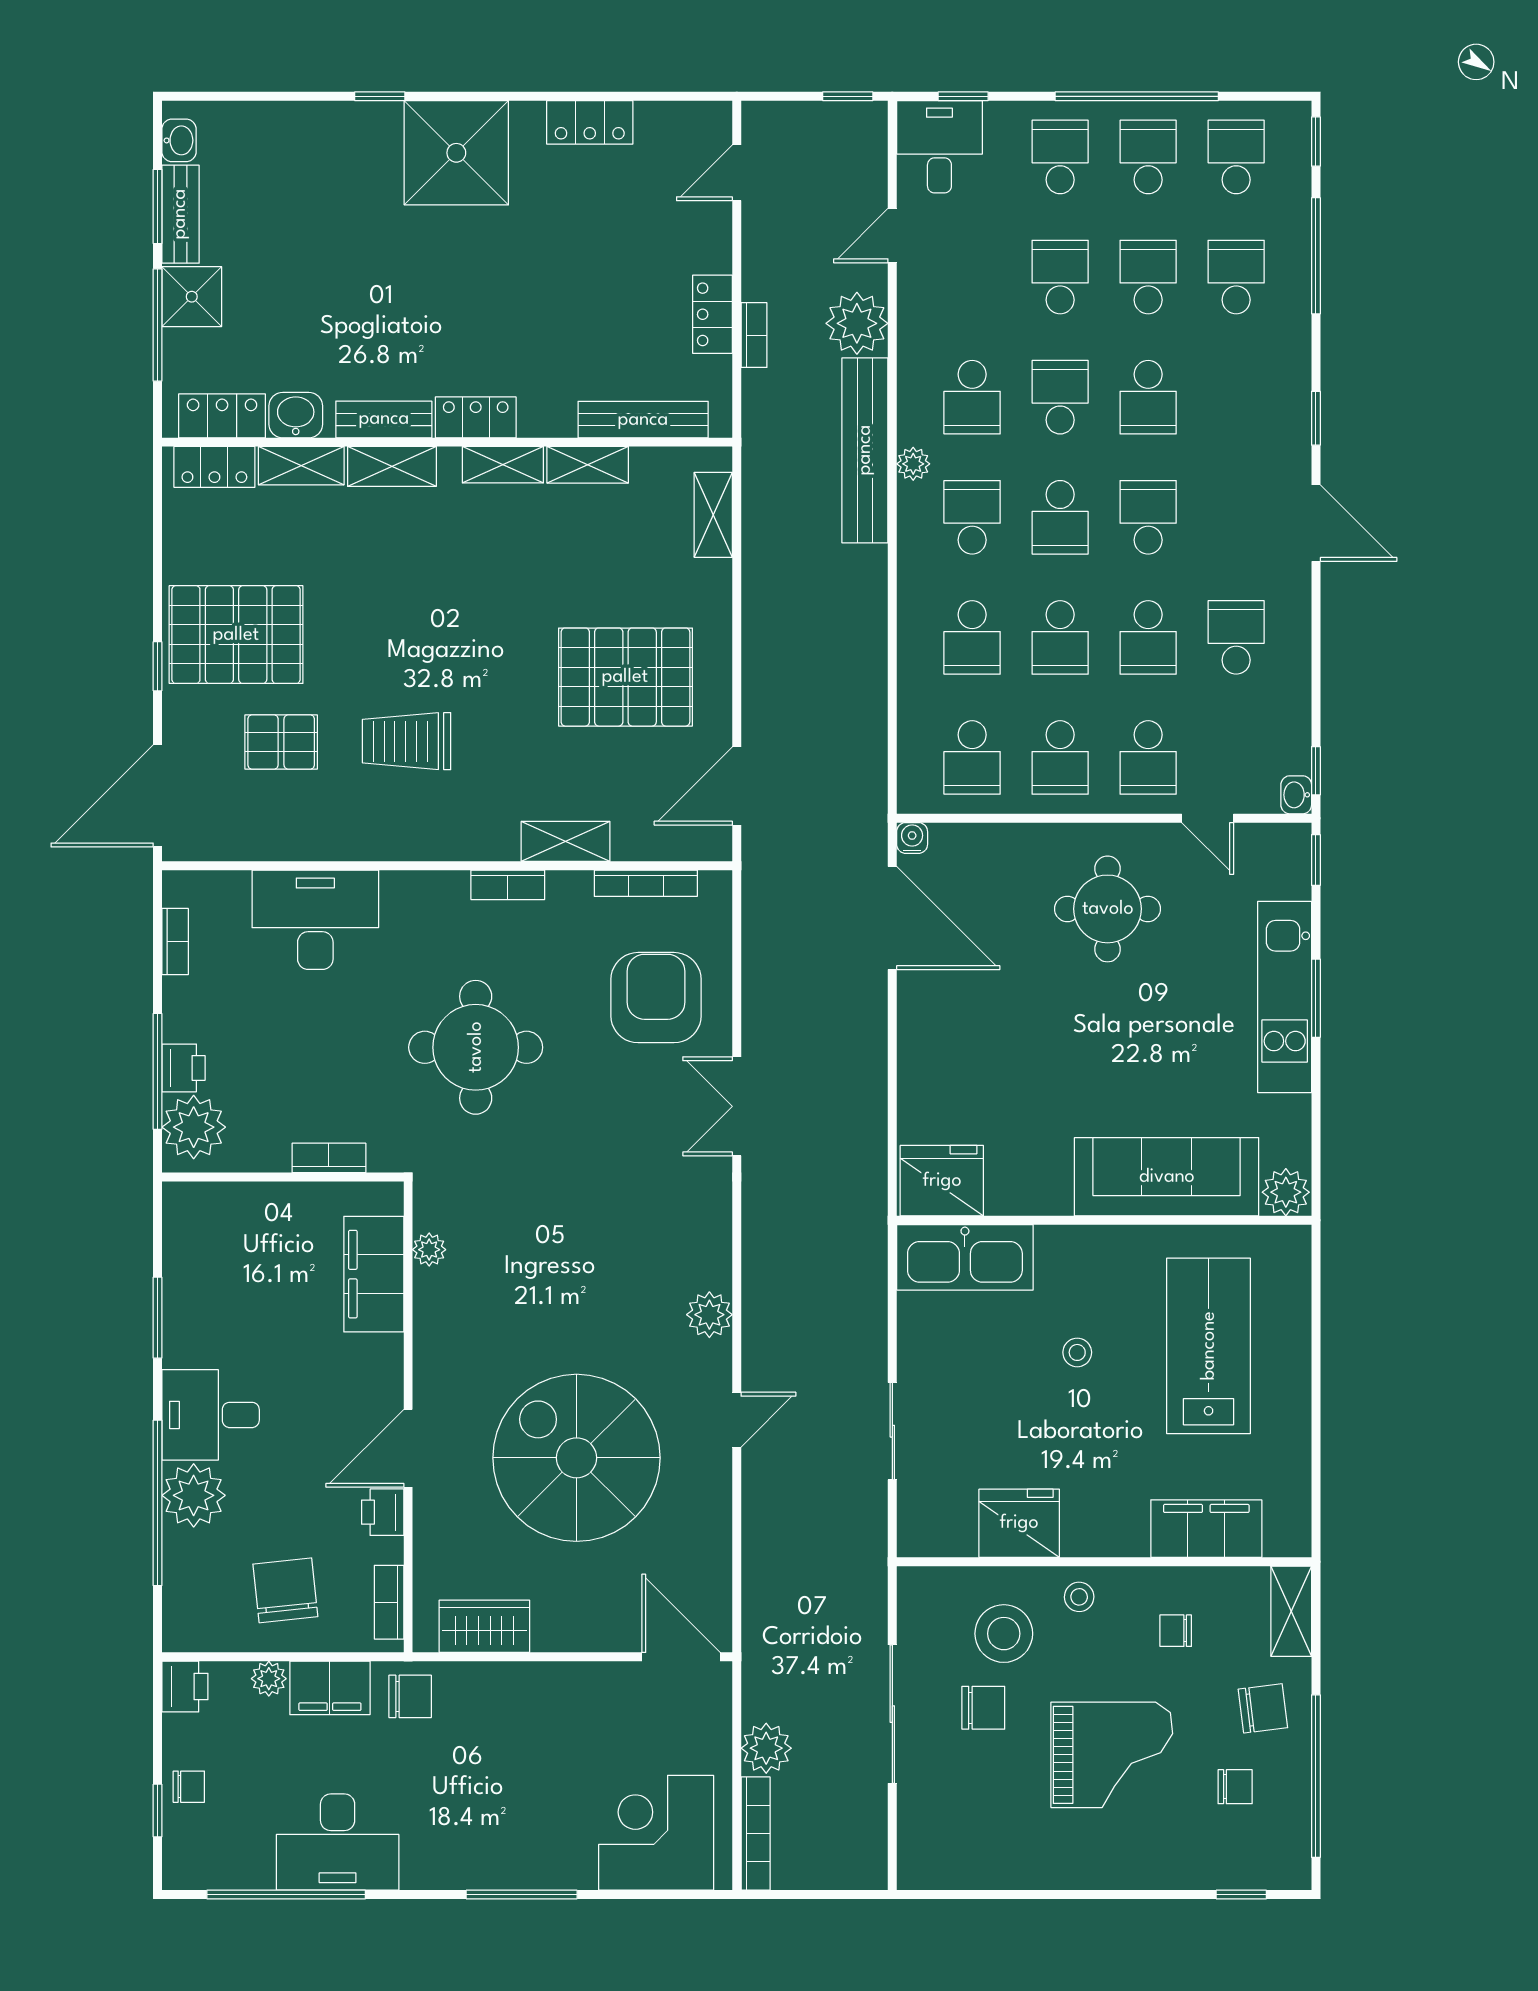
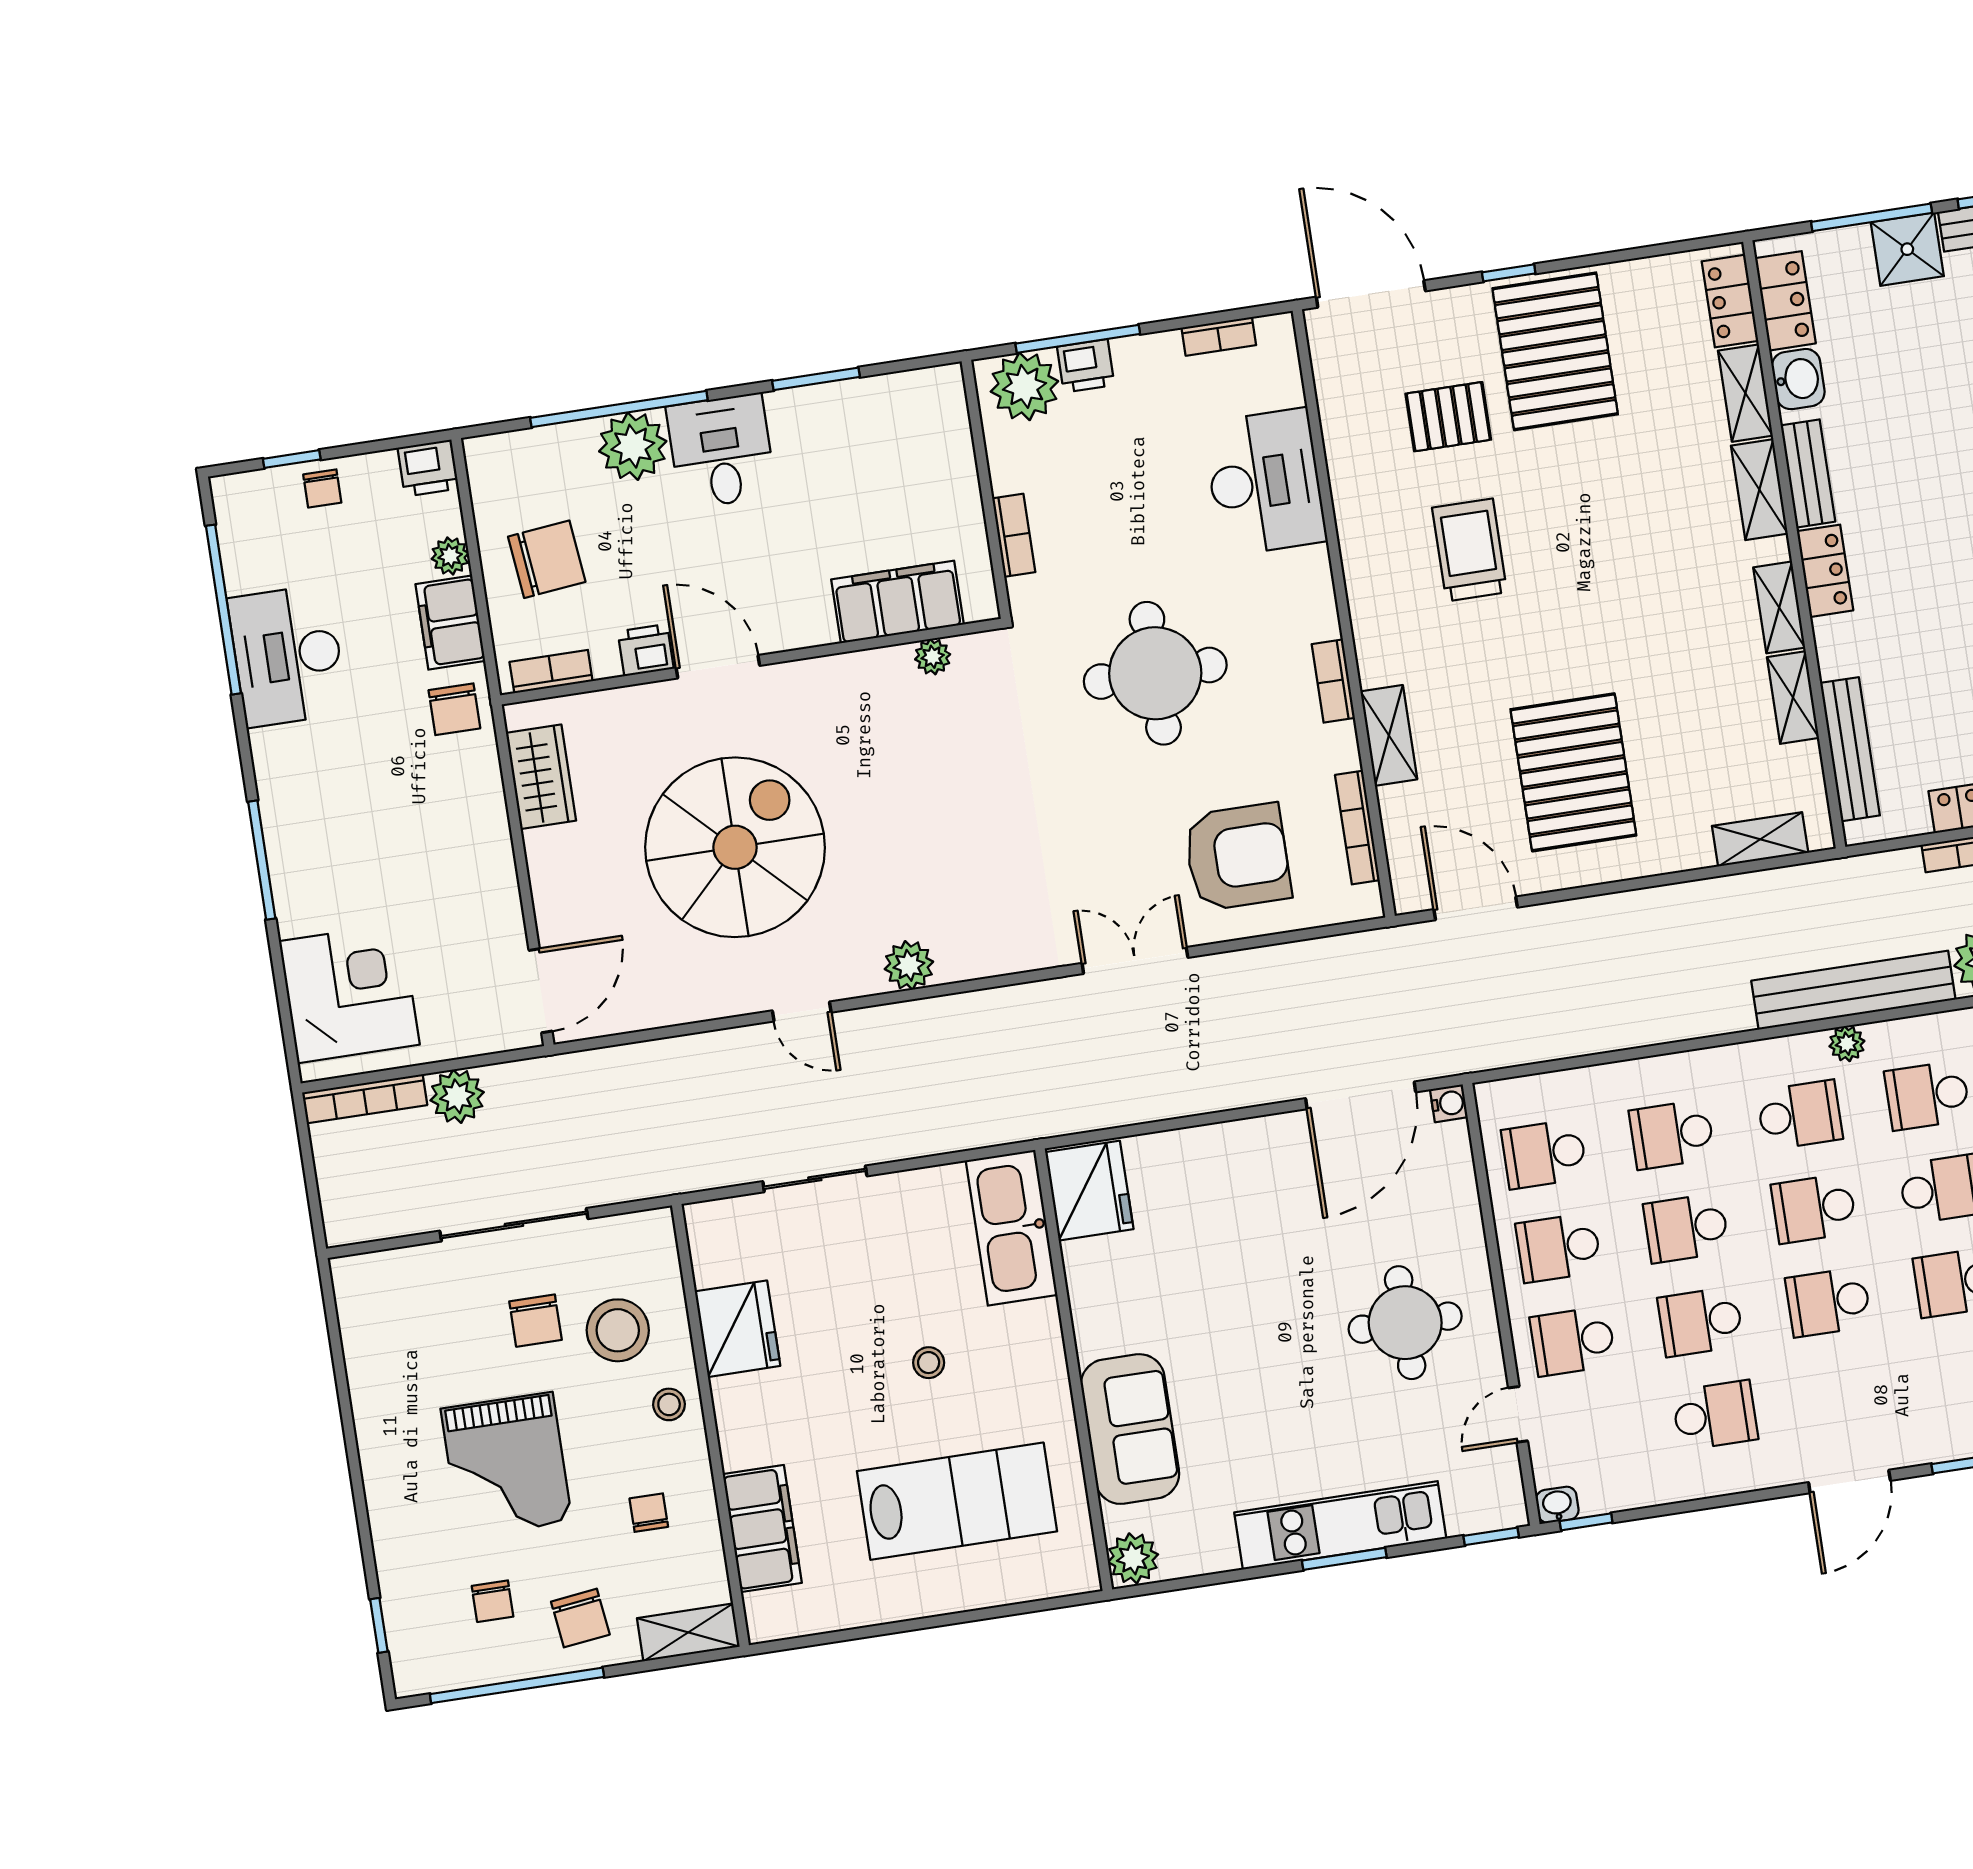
school desk: (1148, 517) -> (1828, 1302), turned 180
pallet: (281, 742) -> (1448, 417), turned 90
sofa: (1167, 1177) -> (1130, 1429), width x0.73

